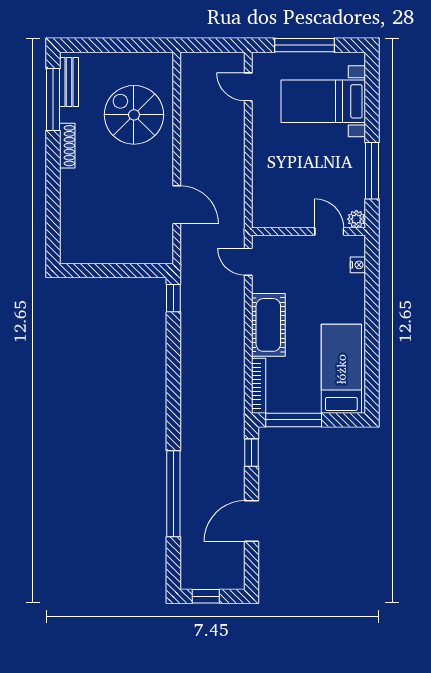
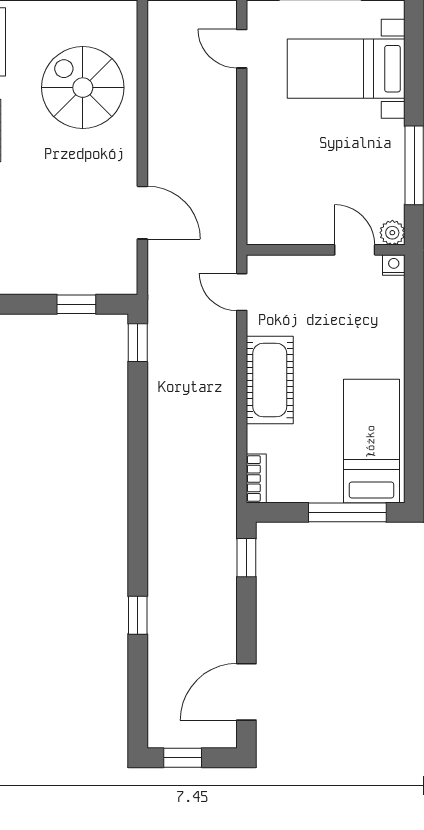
nightstand: (358, 265) -> (394, 265), moved, turned -90
window: (129, 270) -> (76, 304), added
bookcase: (259, 386) -> (256, 478), width x0.64
window: (294, 420) -> (347, 512), moved
window: (173, 494) -> (138, 615), width x0.32
door: (252, 521) -> (246, 692), moved

